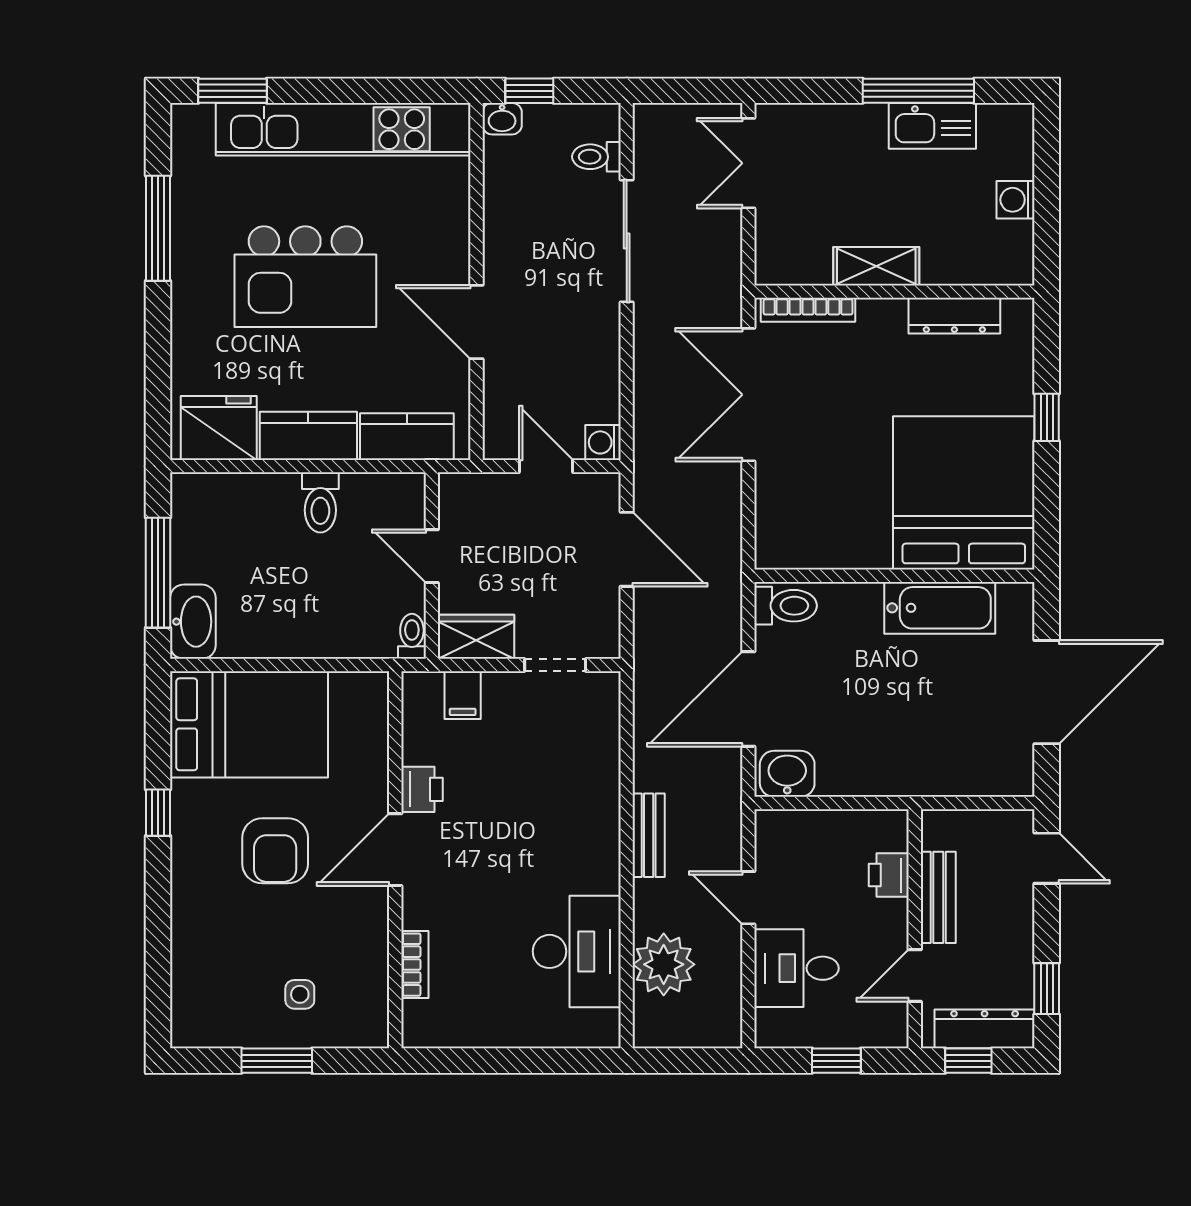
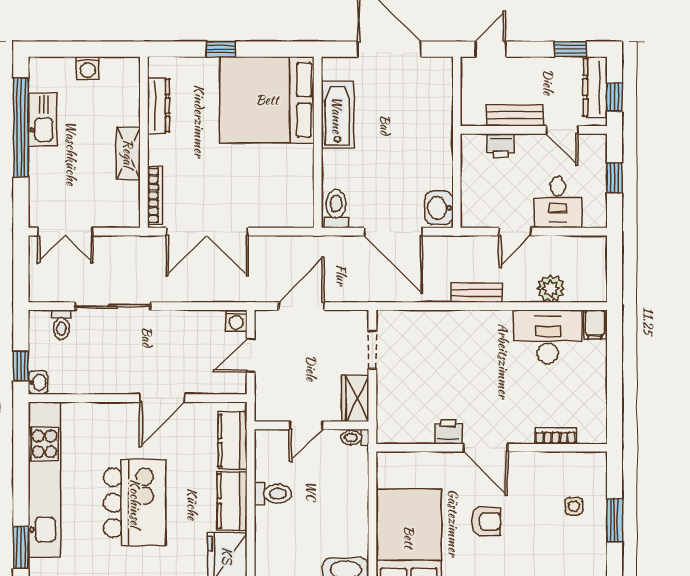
window: (918, 91) -> (21, 128), width x1.46
filing cabinet: (463, 695) -> (595, 325), moved, turned 90
armchair: (275, 851) -> (486, 521), width x0.72, depth x0.72
plant: (664, 964) -> (551, 289), width x0.73, depth x0.73

